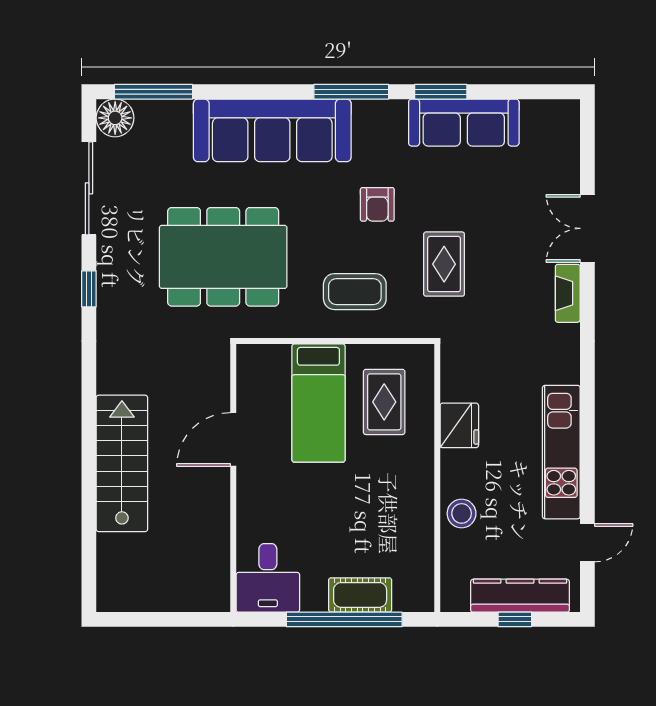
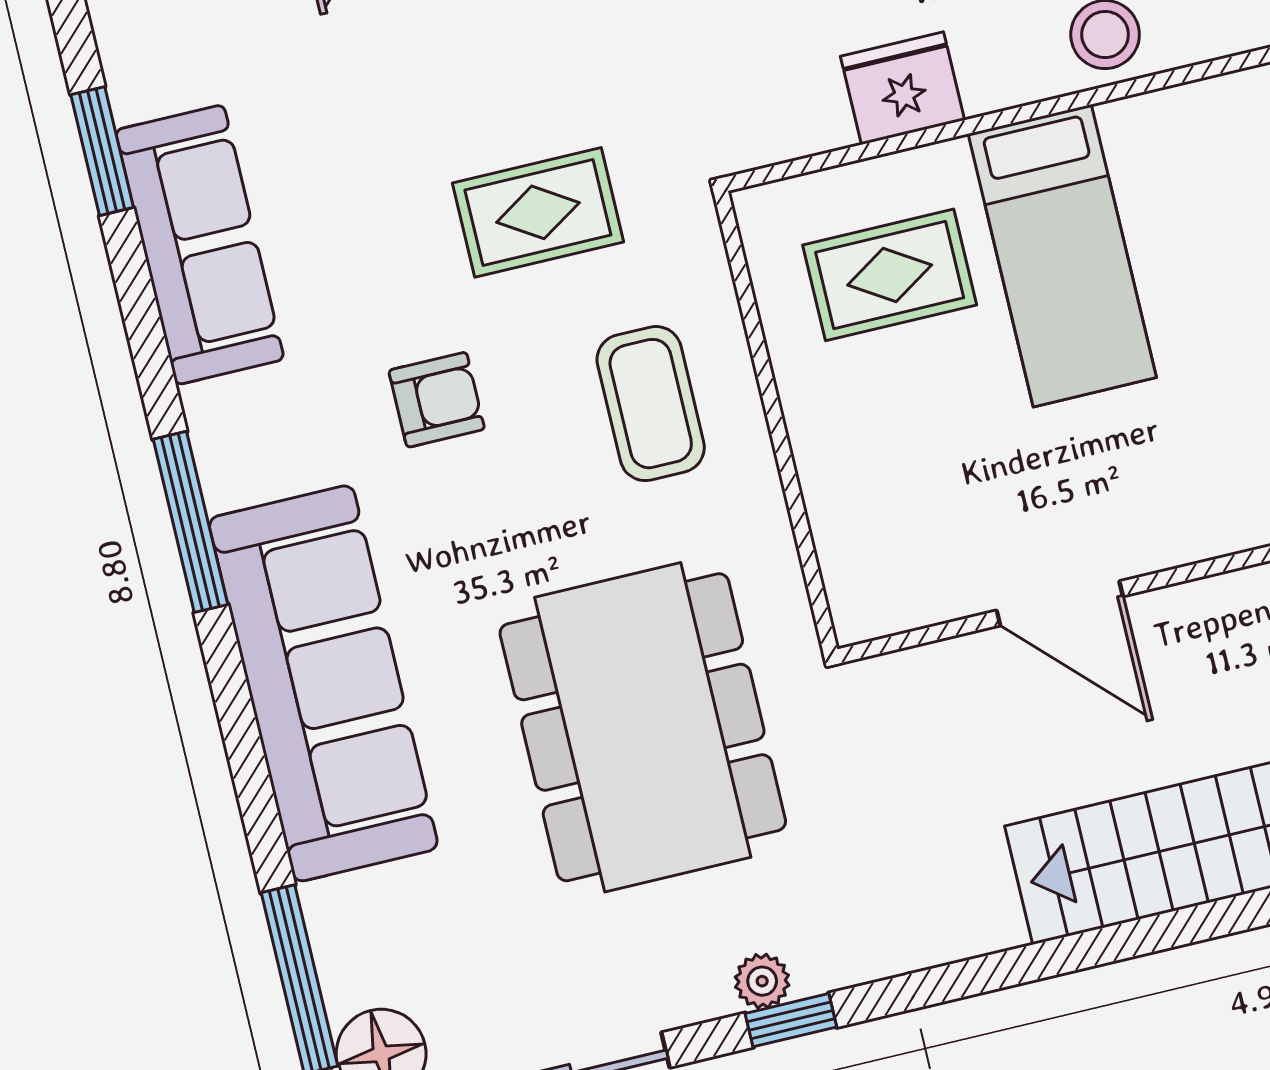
window: (441, 92) -> (102, 151), moved
plant: (108, 281) -> (762, 981), added
bed: (318, 403) -> (1062, 256), moved, turned 90

